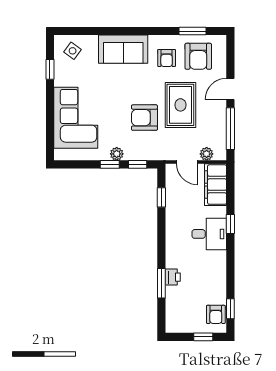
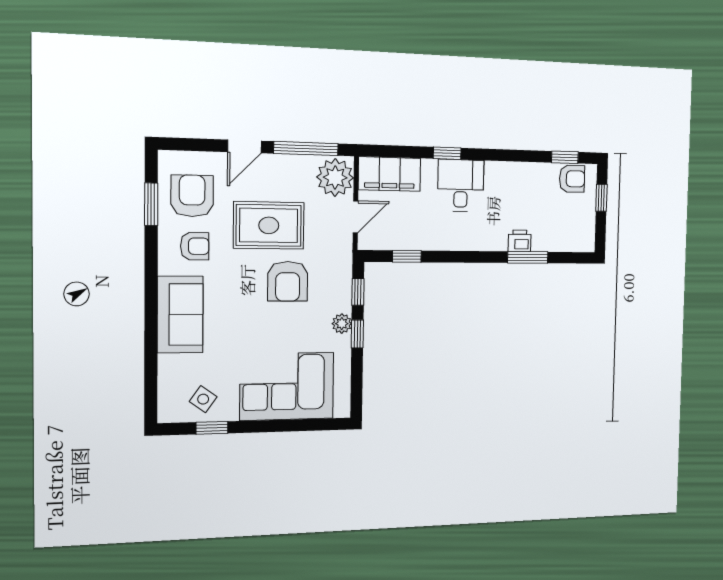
side table: (73, 51) -> (203, 399), moved
armchair: (198, 56) -> (192, 196), turned -90
door: (230, 89) -> (244, 146), hinge flipped
plant: (207, 154) -> (335, 177), width x1.87, depth x1.87

